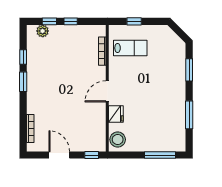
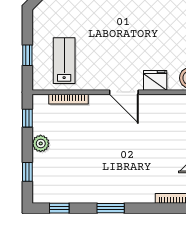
window: (71, 21) -> (27, 118), moved
plant: (43, 31) -> (41, 143), moved
window: (23, 57) -> (59, 208), moved

